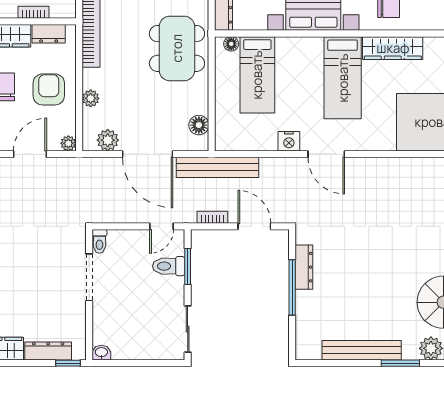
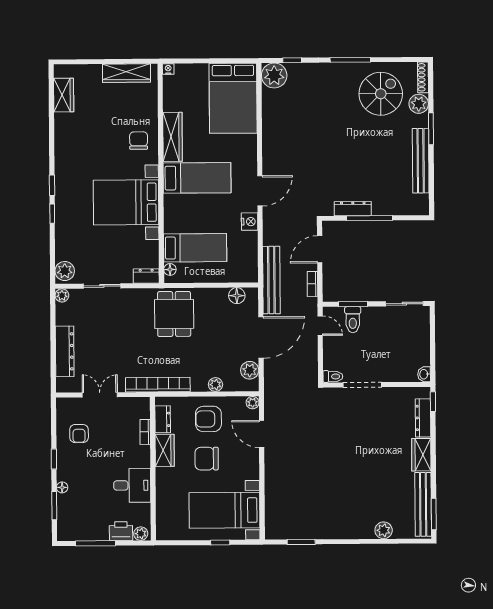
dining table: (177, 48) -> (174, 314), width x0.73

